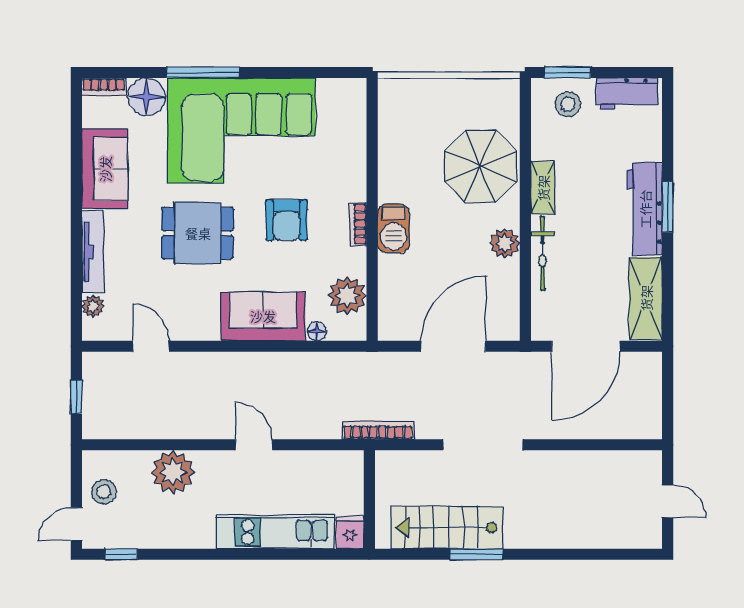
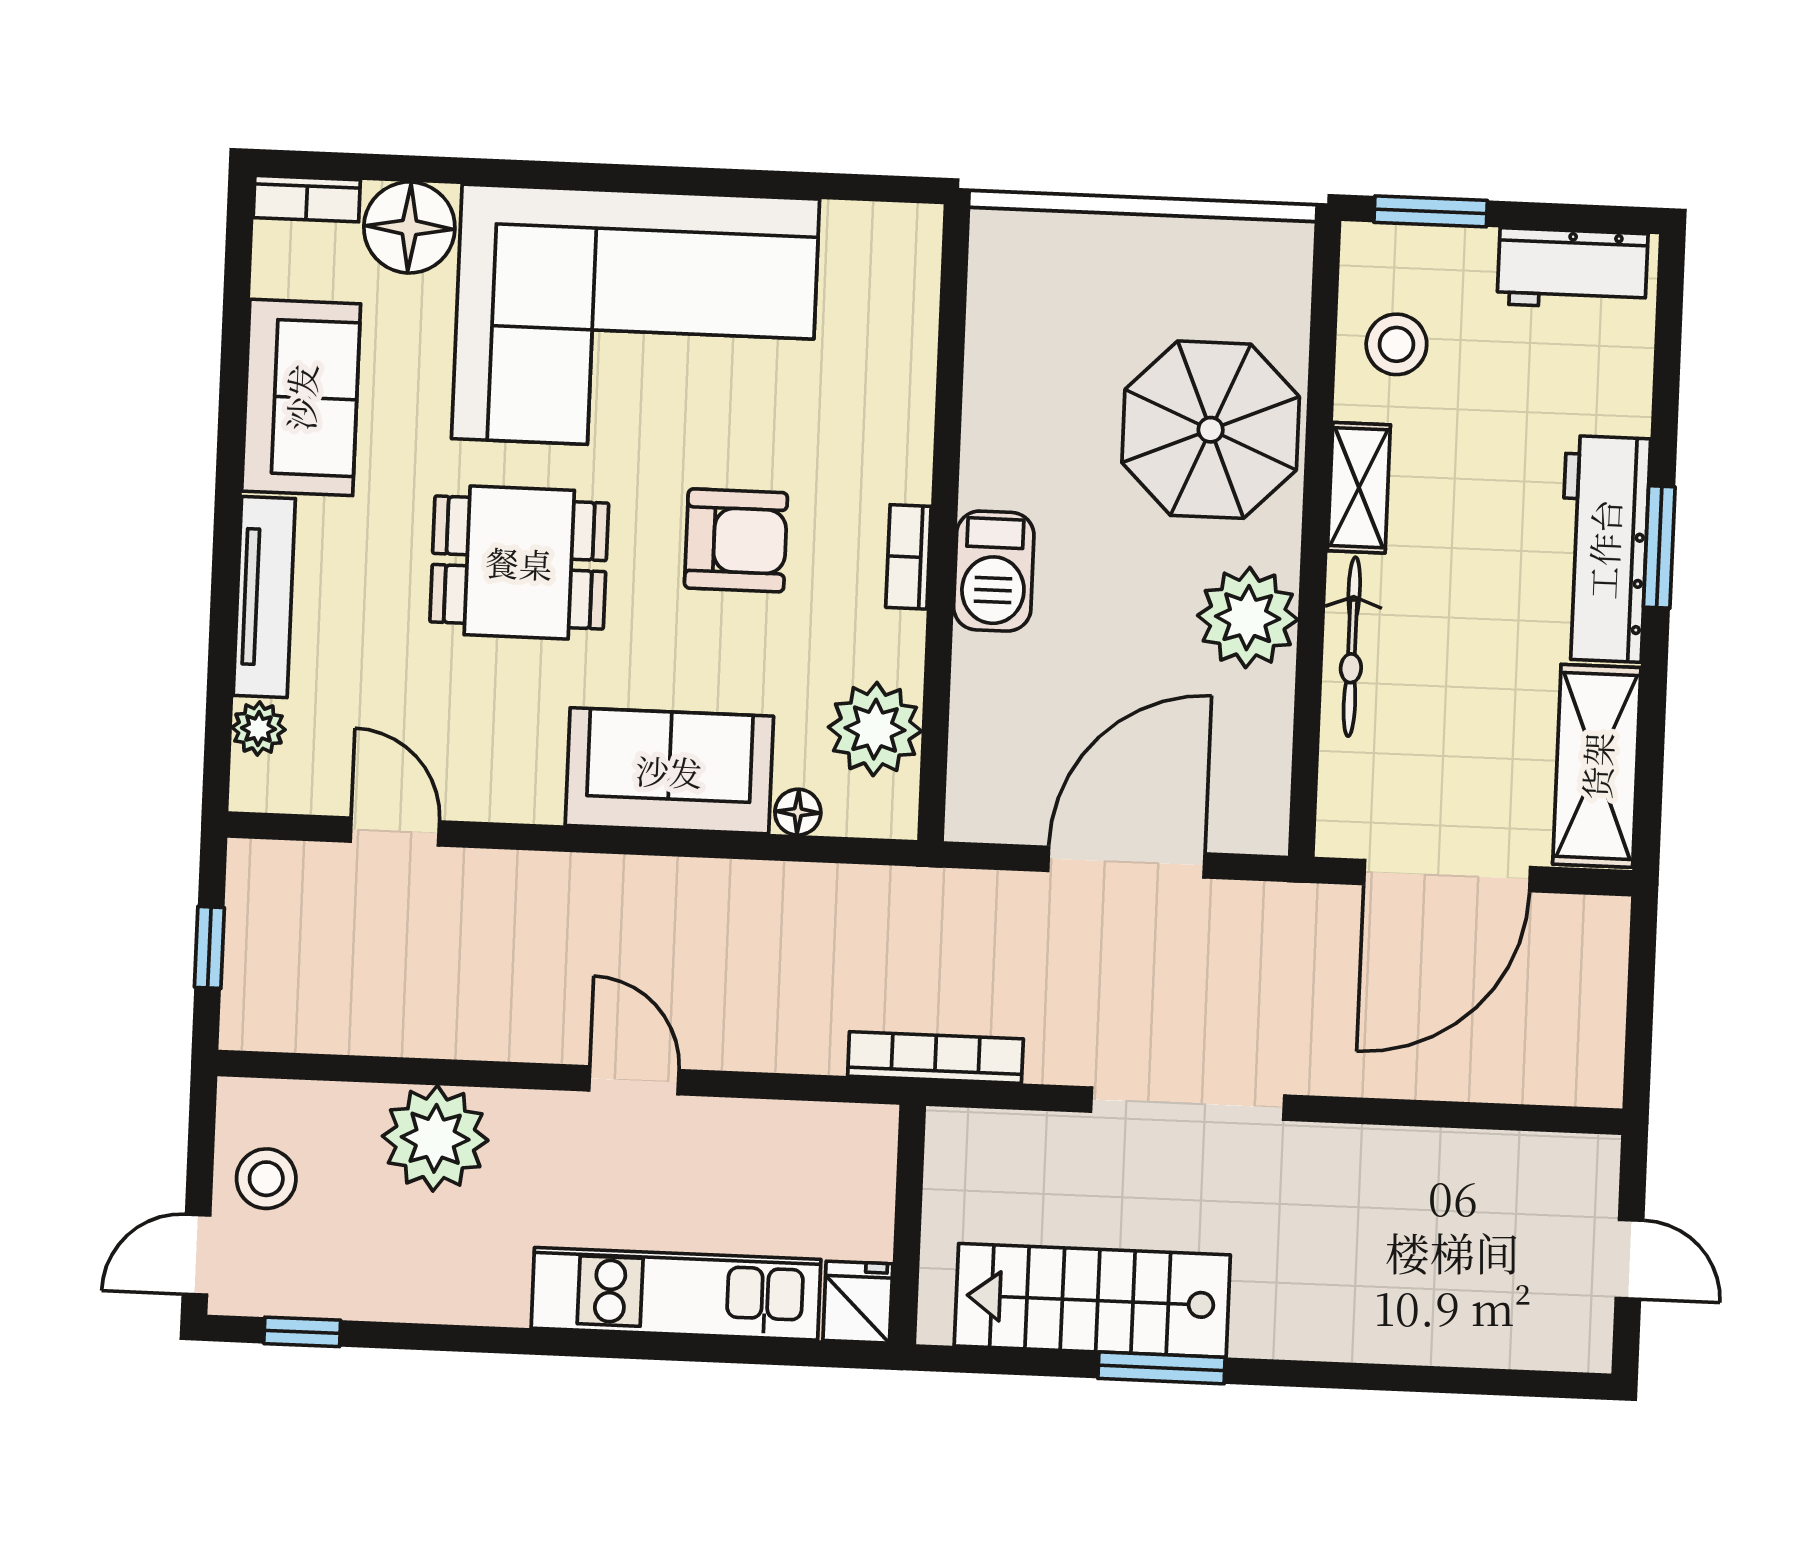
window: (203, 73) -> (548, 174), removed
stool: (568, 104) -> (1396, 344), moved
armchair: (287, 220) -> (736, 540), turned -90
plant: (505, 243) -> (1248, 618), width x1.36, depth x1.36

